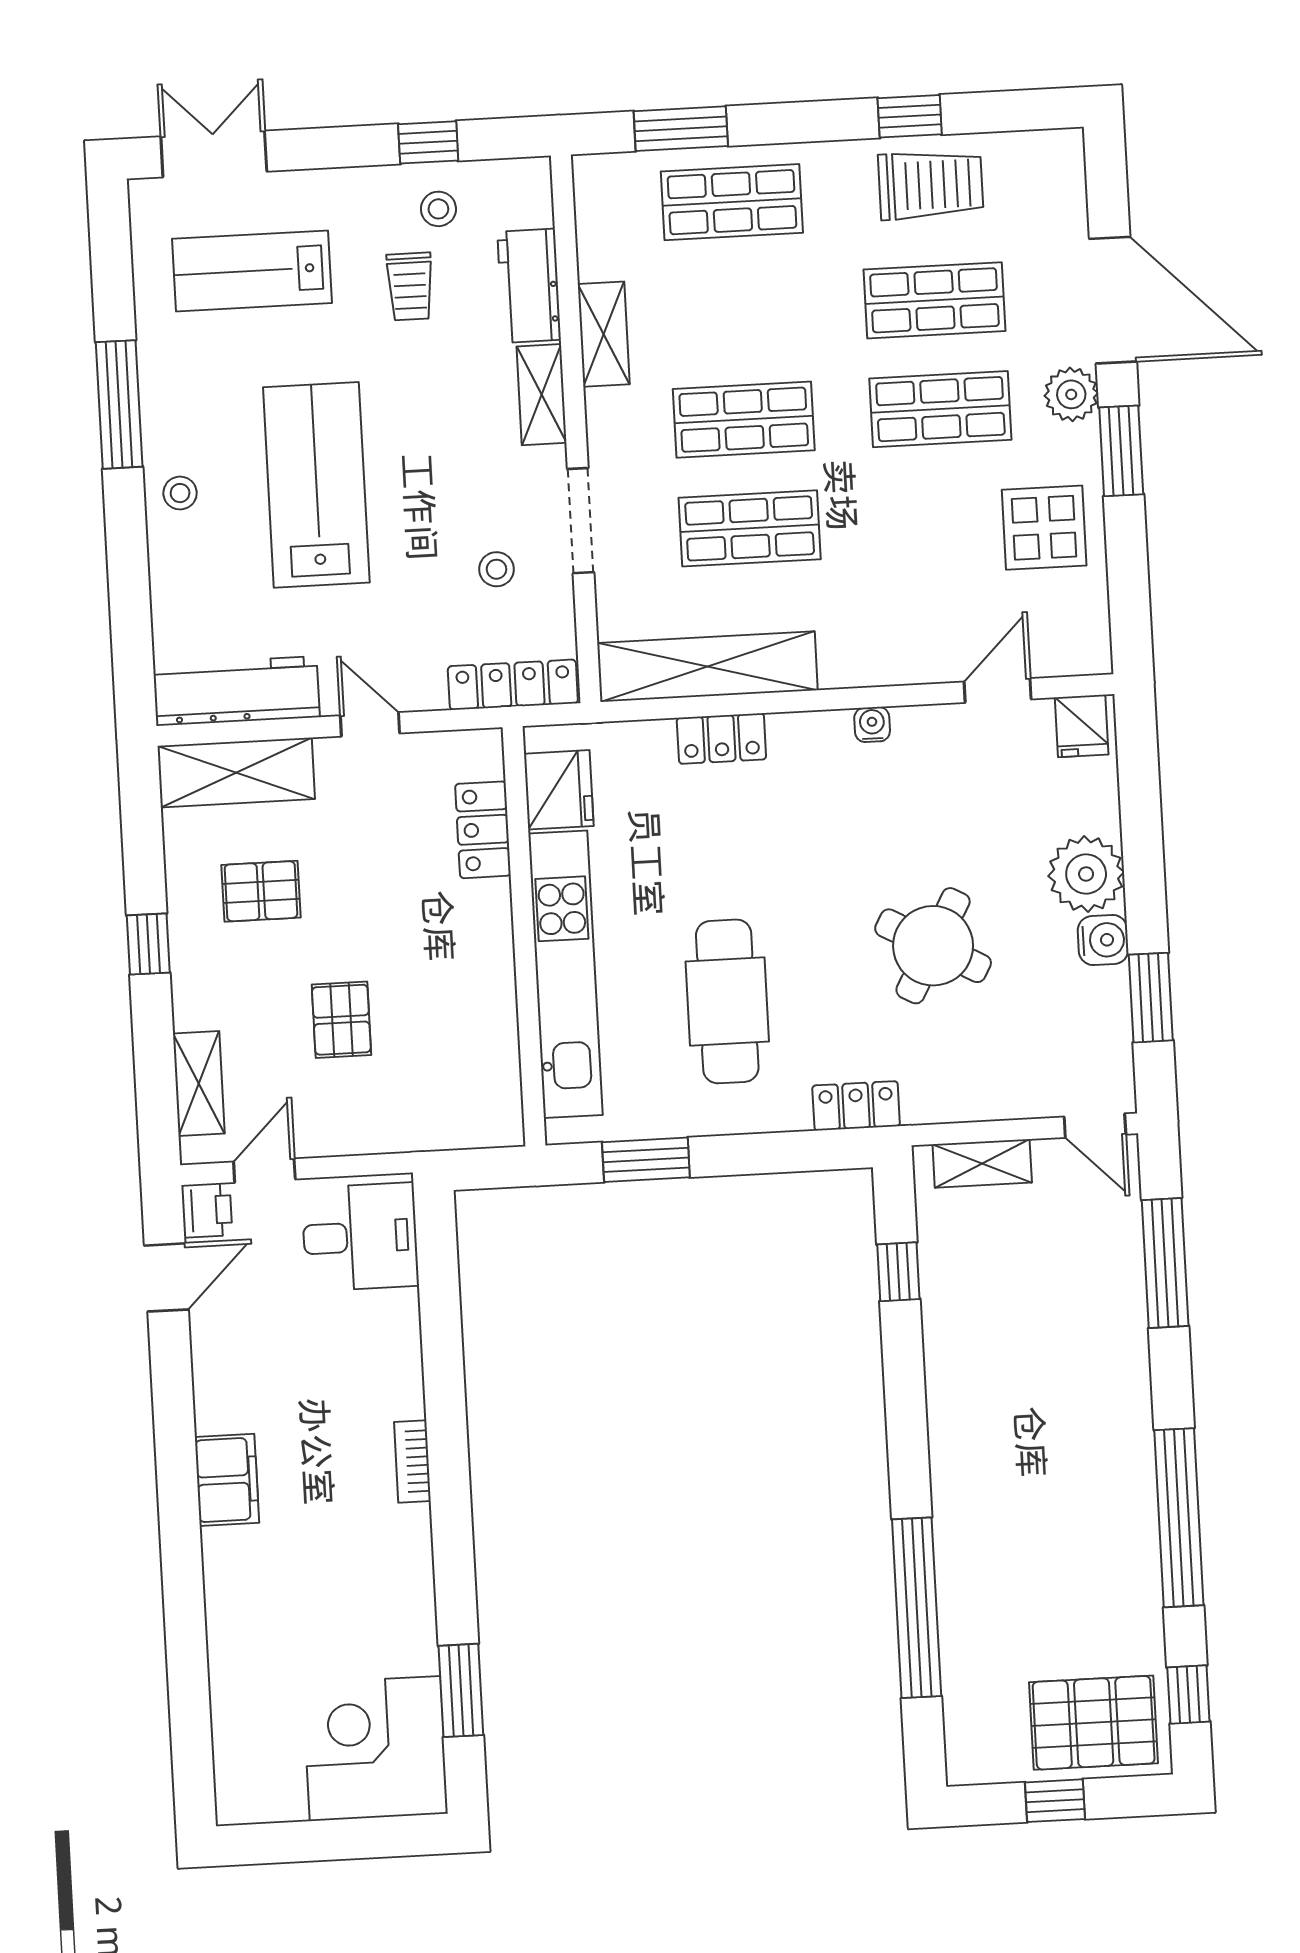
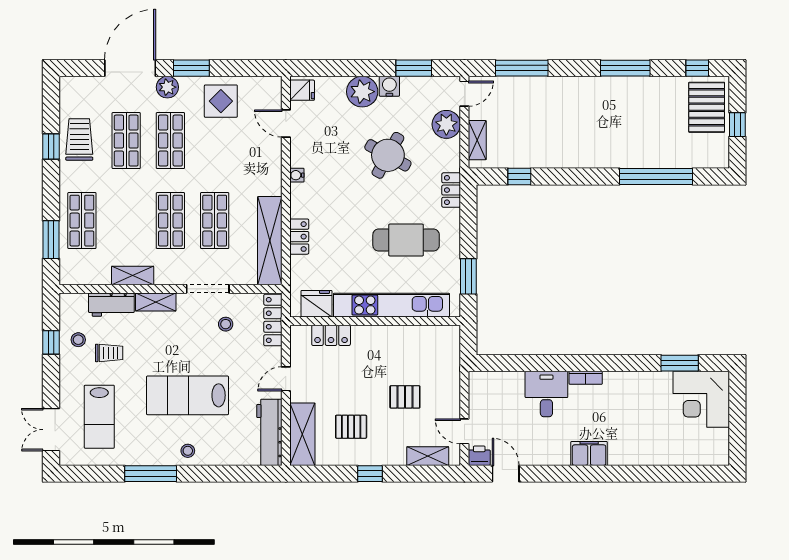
pallet: (261, 891) -> (351, 427), turned 90
plant: (1017, 1085) -> (446, 124), added
desk: (360, 1237) -> (546, 394), moved
window: (1179, 1518) -> (625, 68), width x0.68

